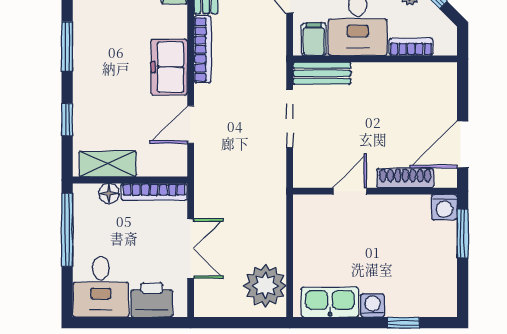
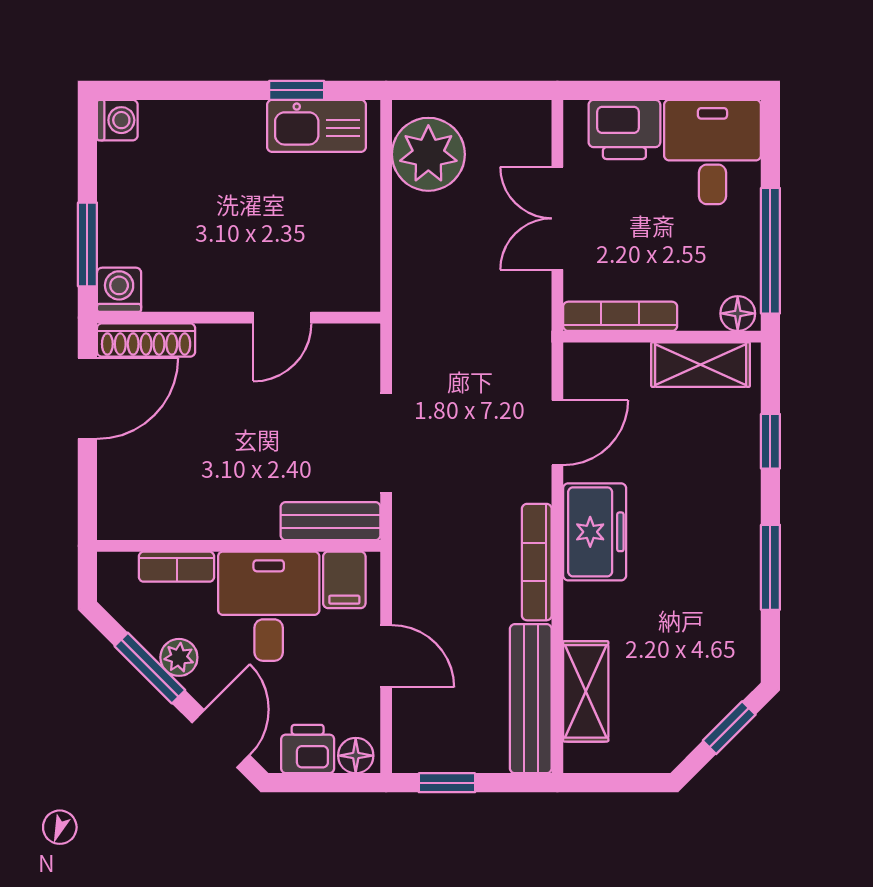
shoe rack: (405, 178) -> (146, 340), moved
floor lamp: (109, 193) -> (738, 313), moved
washing machine: (373, 305) -> (117, 120), moved, turned -90
window: (403, 323) -> (297, 90), moved

